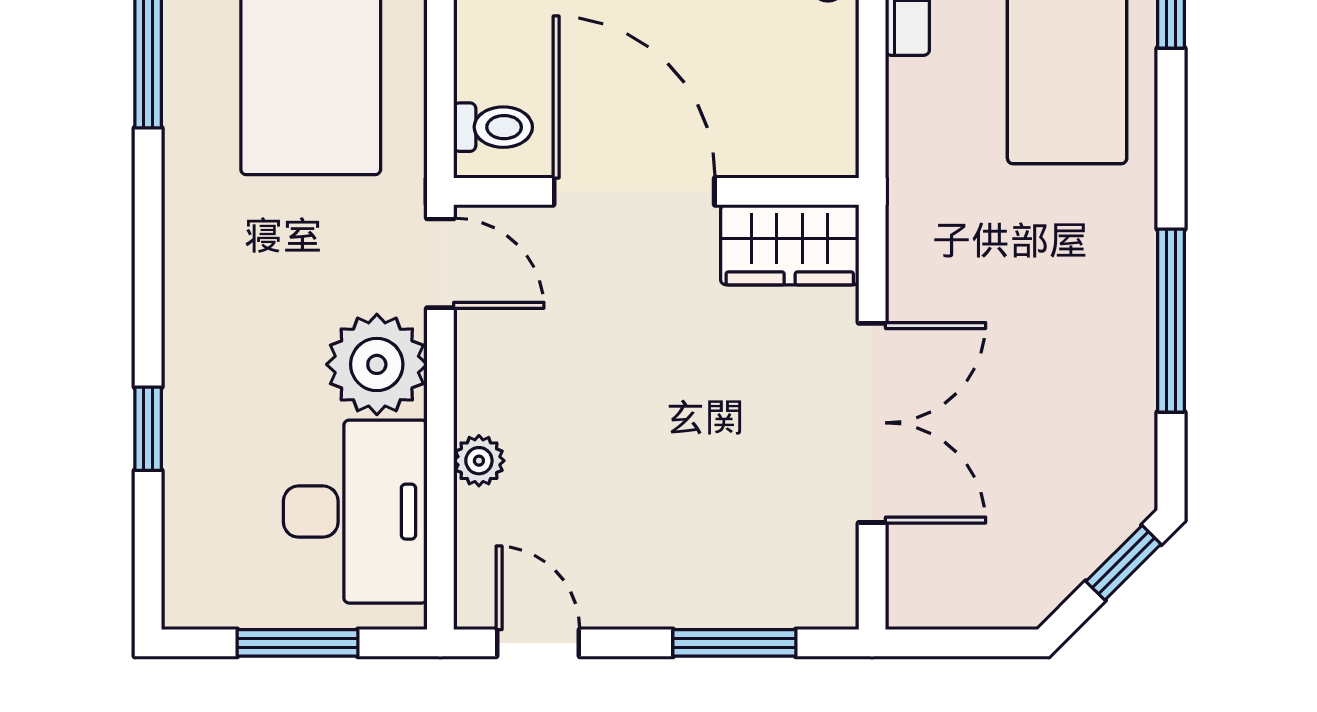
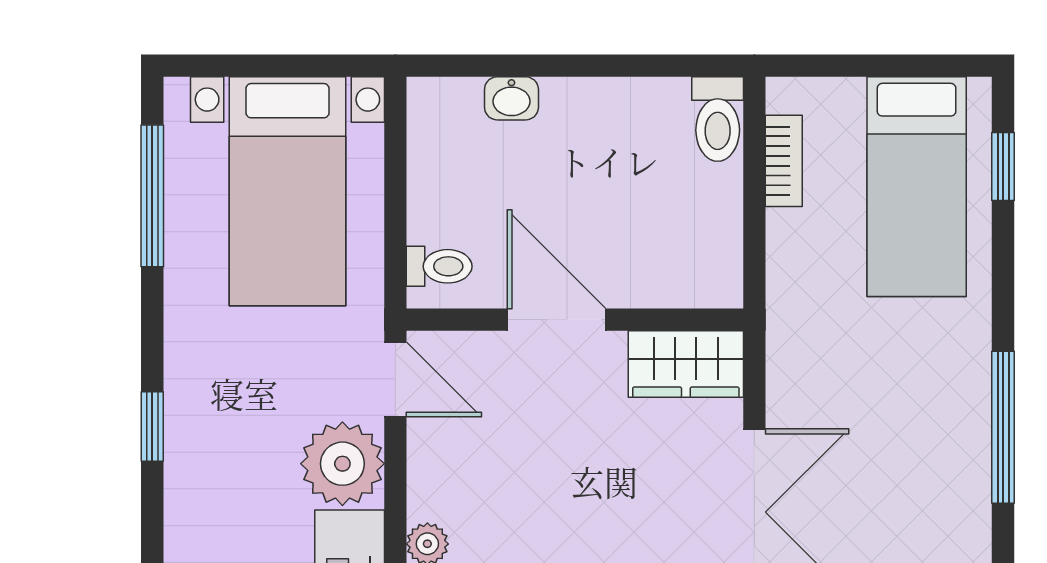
door: (634, 191) -> (556, 320), width x0.73
window: (148, 429) -> (152, 427), moved

